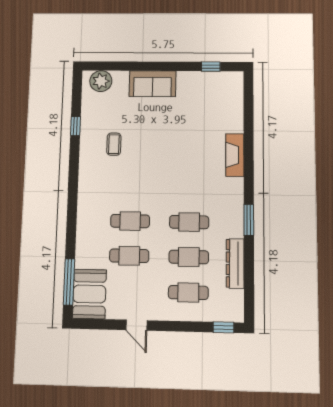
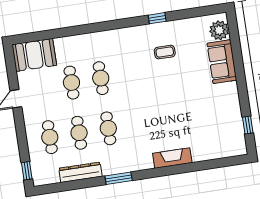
sofa: (153, 84) -> (222, 62), moved
window: (75, 126) -> (157, 18), moved
window: (69, 282) -> (41, 36), removed

